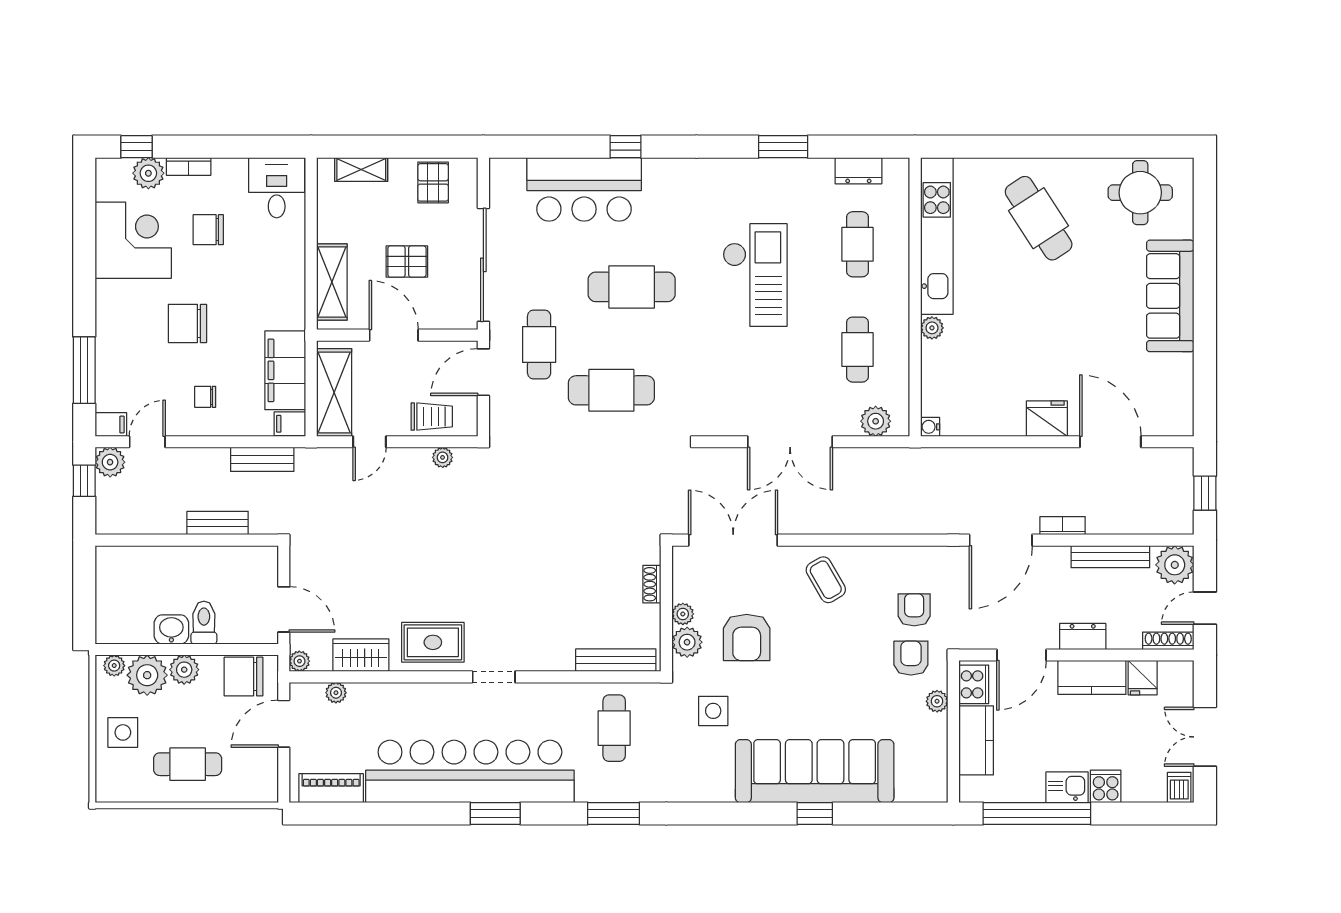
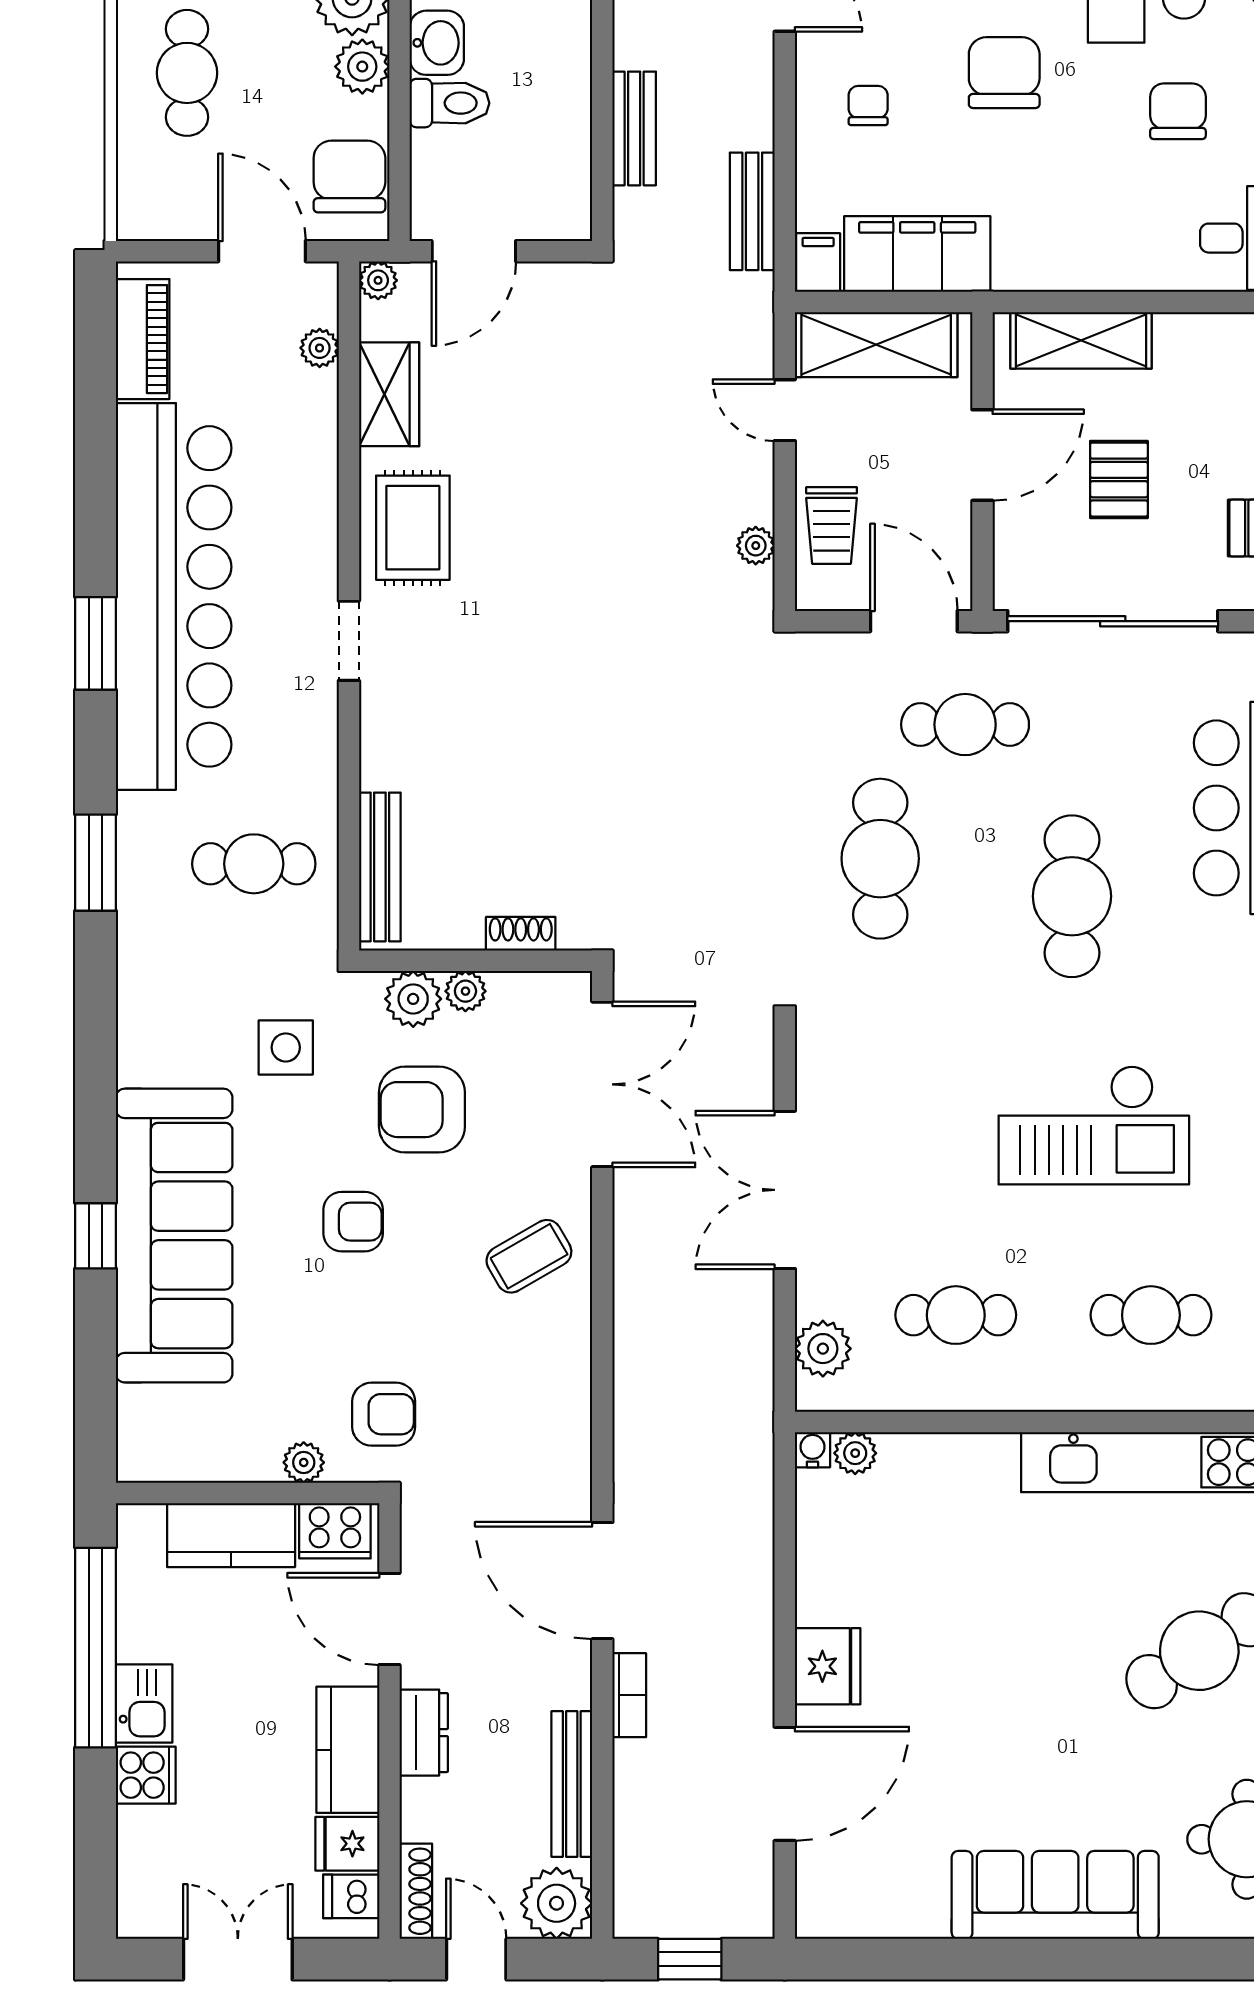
plant: (932, 328) -> (855, 1453), moved
armchair: (914, 610) -> (353, 1222), moved
dishwasher: (1179, 787) -> (351, 1896), moved, turned 180

